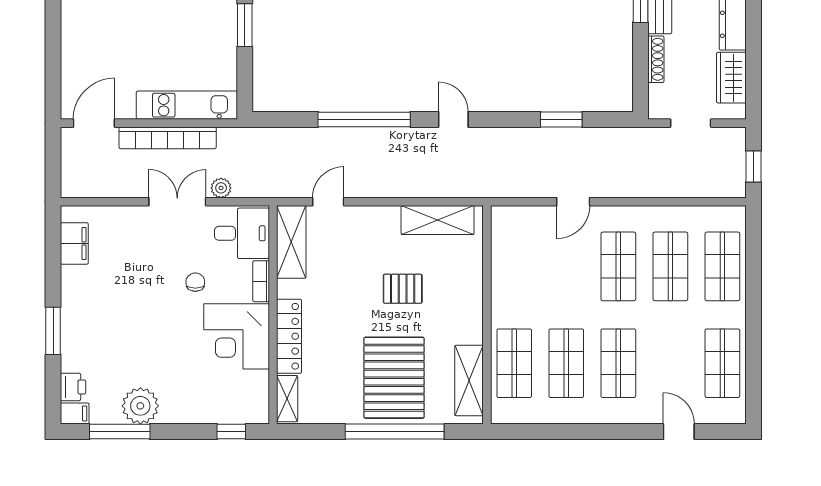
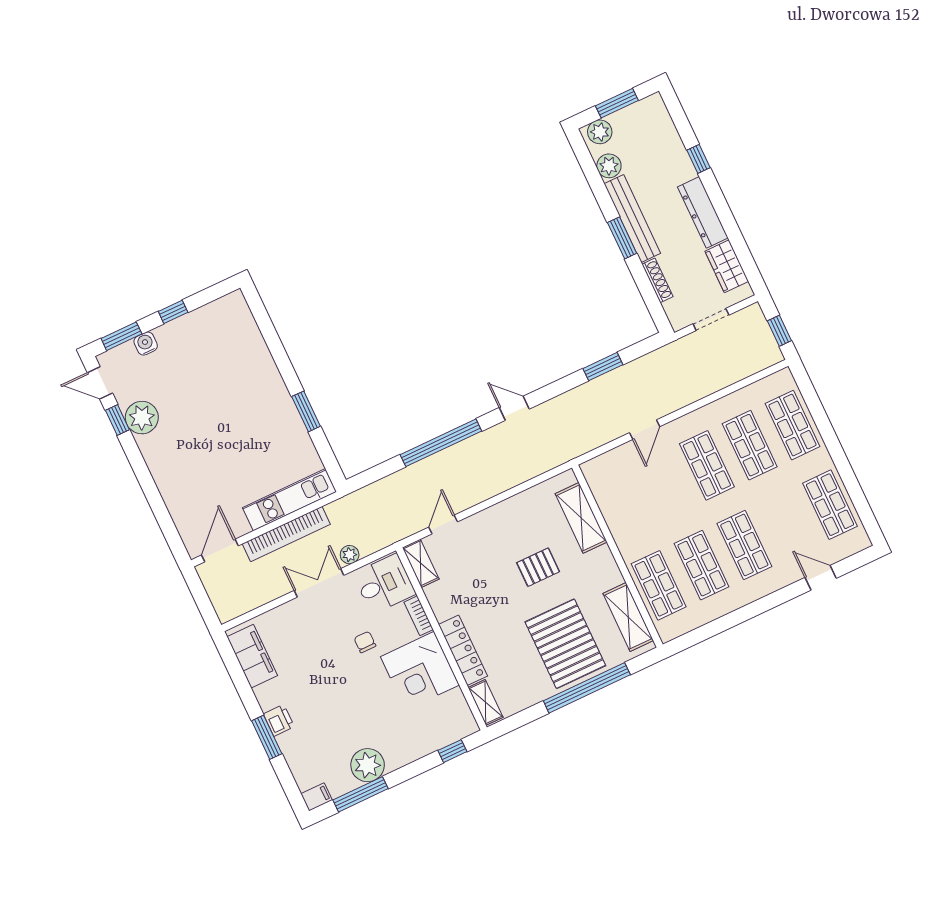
shelving: (438, 220) -> (581, 518), moved, turned 90
shelving: (291, 242) -> (421, 563), width x0.67, depth x0.75
filing cabinet: (74, 243) -> (252, 656), width x1.50, depth x1.17
printer: (73, 387) -> (279, 720), moved

